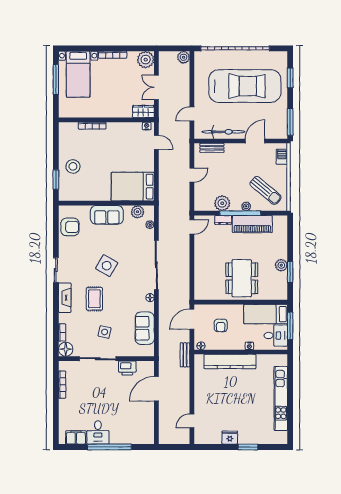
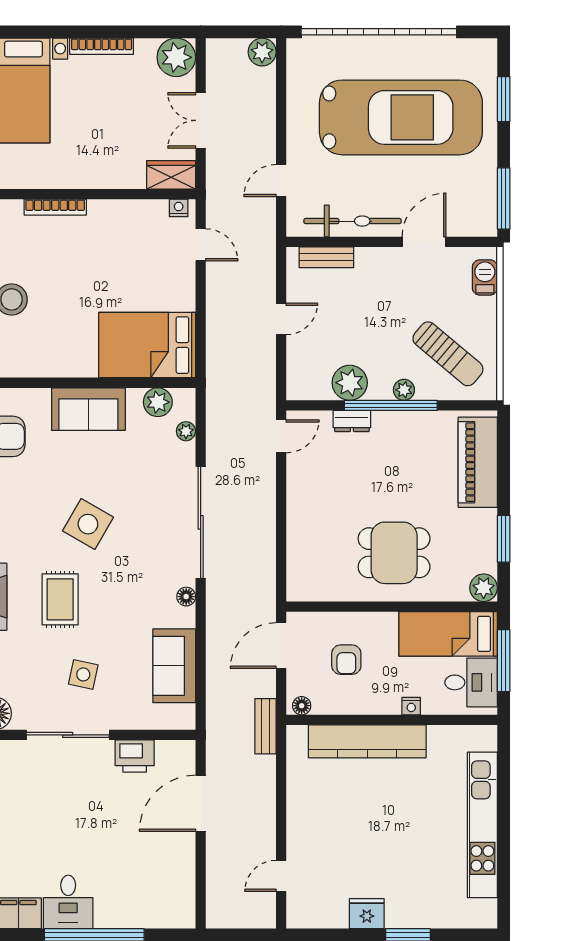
piano: (252, 224) -> (478, 462), moved, turned 90
plant: (281, 265) -> (484, 588), moved
dining table: (242, 278) -> (394, 553), width x0.73

